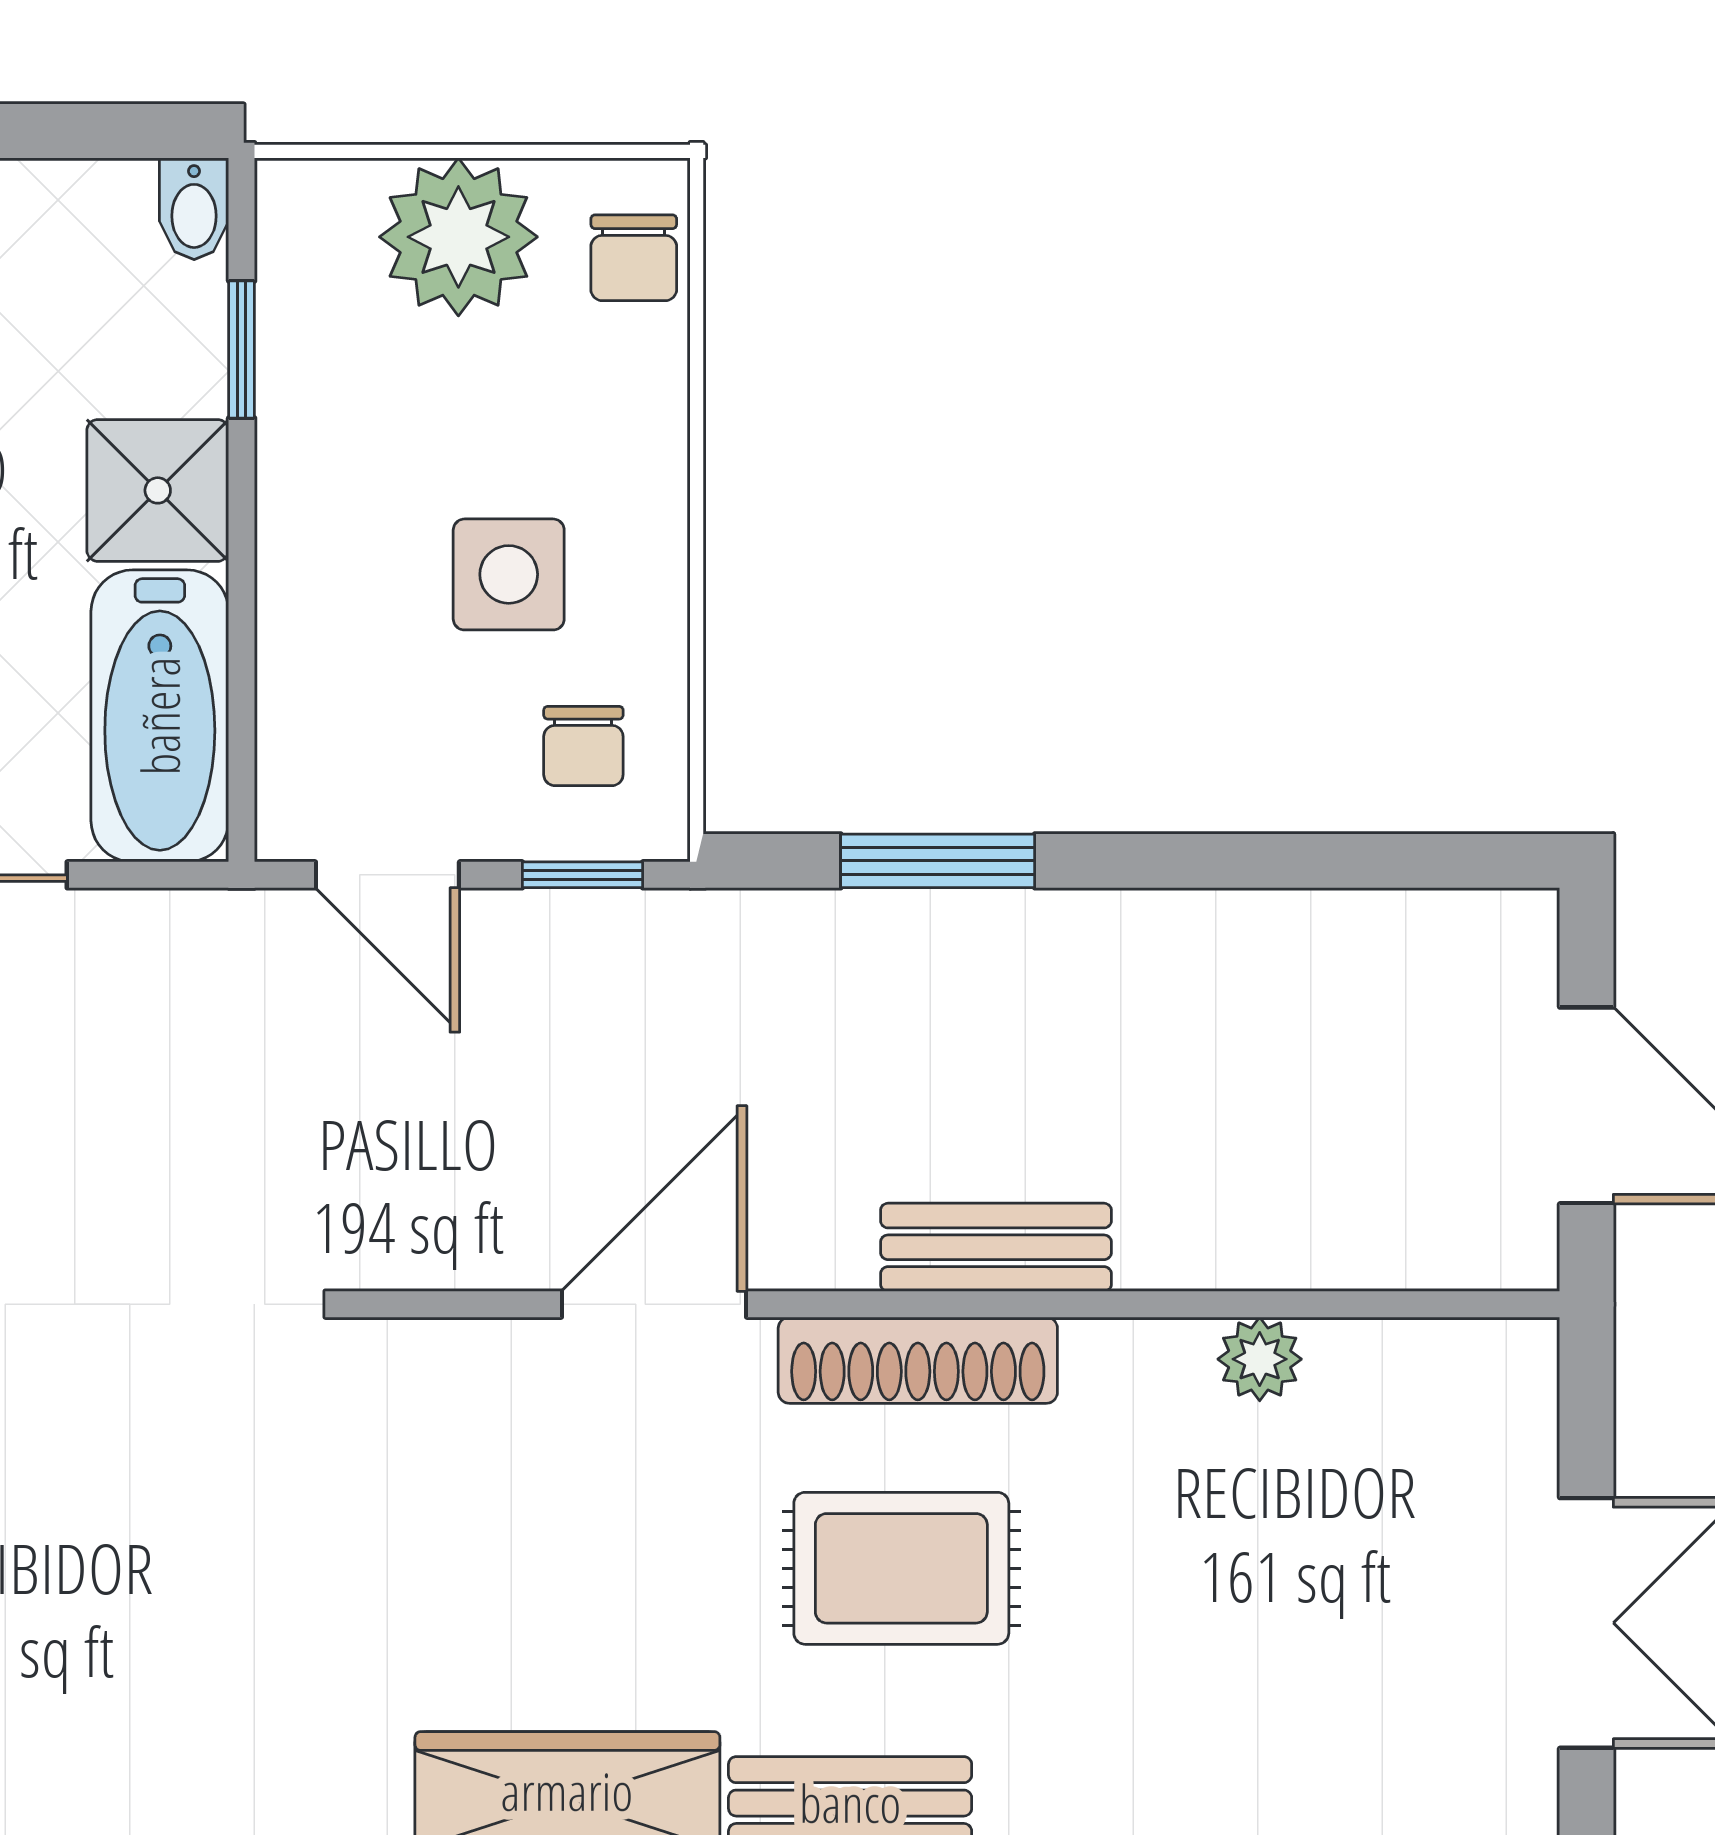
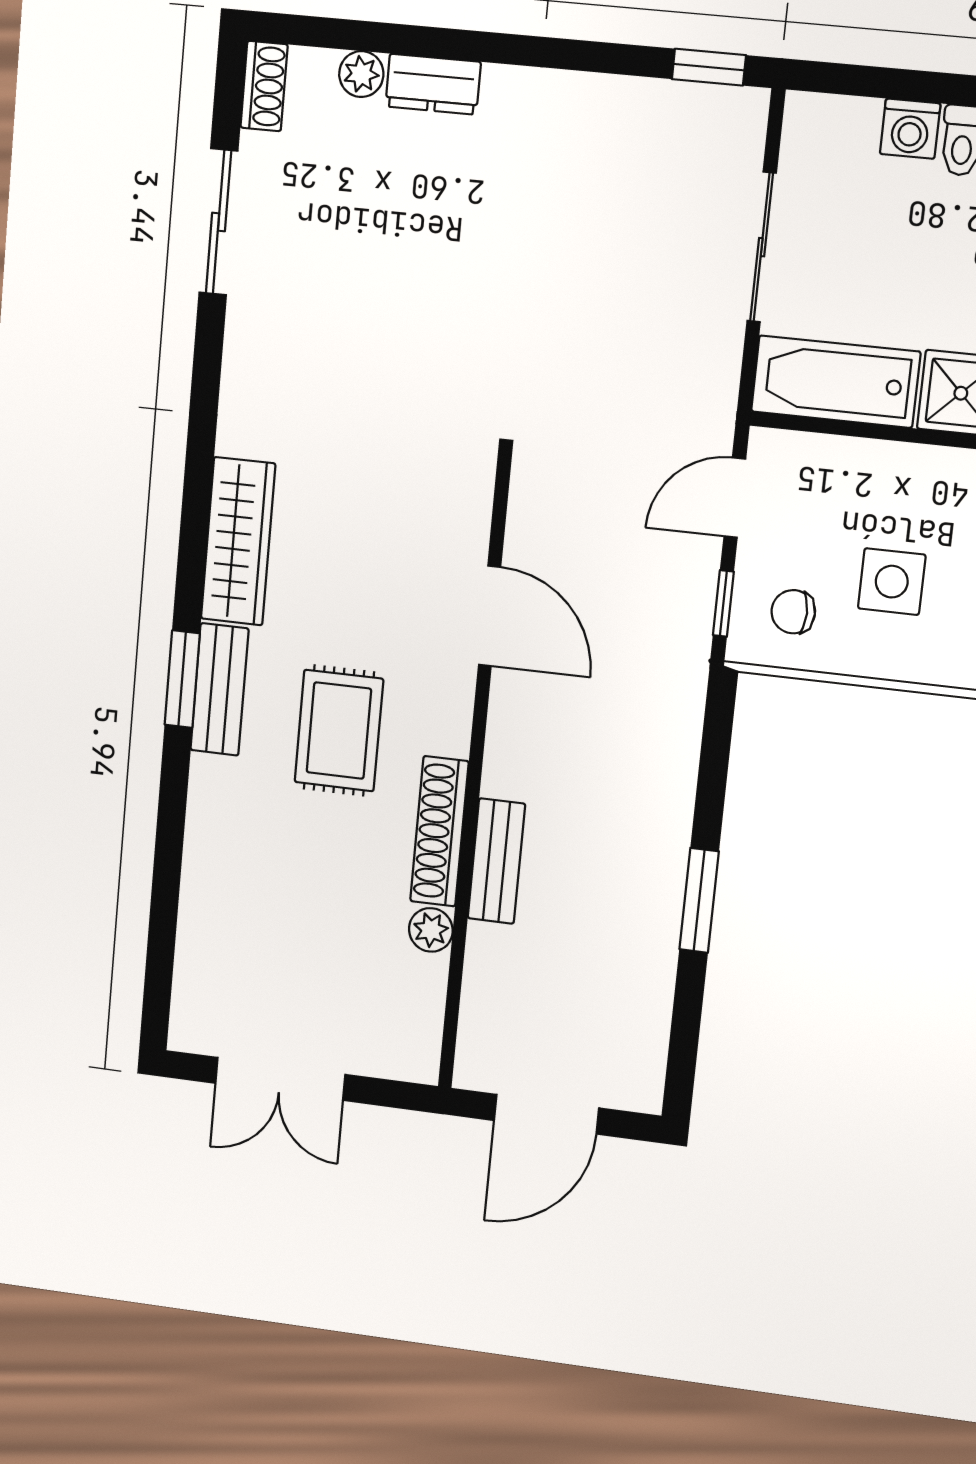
window: (938, 861) -> (699, 900), moved
bench: (996, 1247) -> (496, 861), moved
shoe rack: (918, 1360) -> (439, 831), moved

